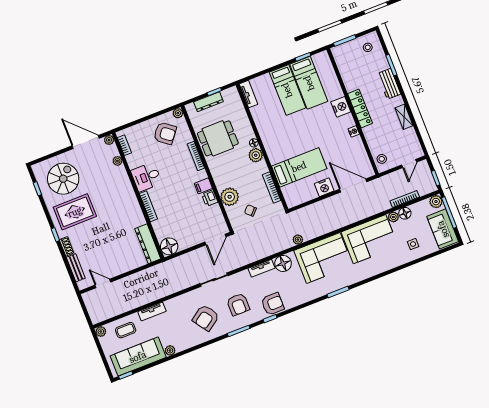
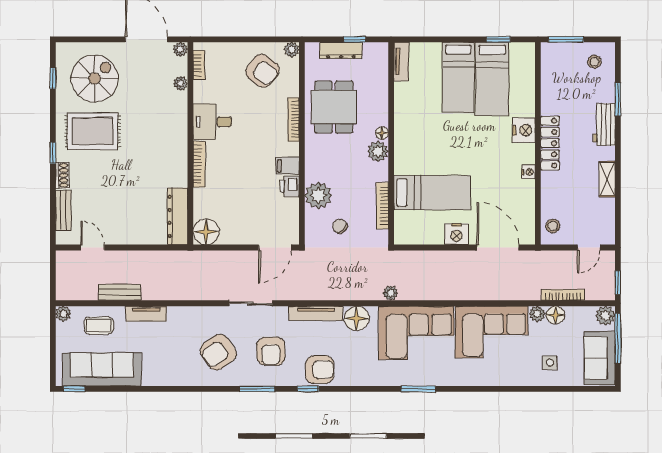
dining table: (218, 138) -> (334, 107), turned 90
tv unit: (261, 268) -> (316, 313), width x1.41
bench: (130, 305) -> (120, 292), added
plant: (170, 350) -> (150, 378), removed

